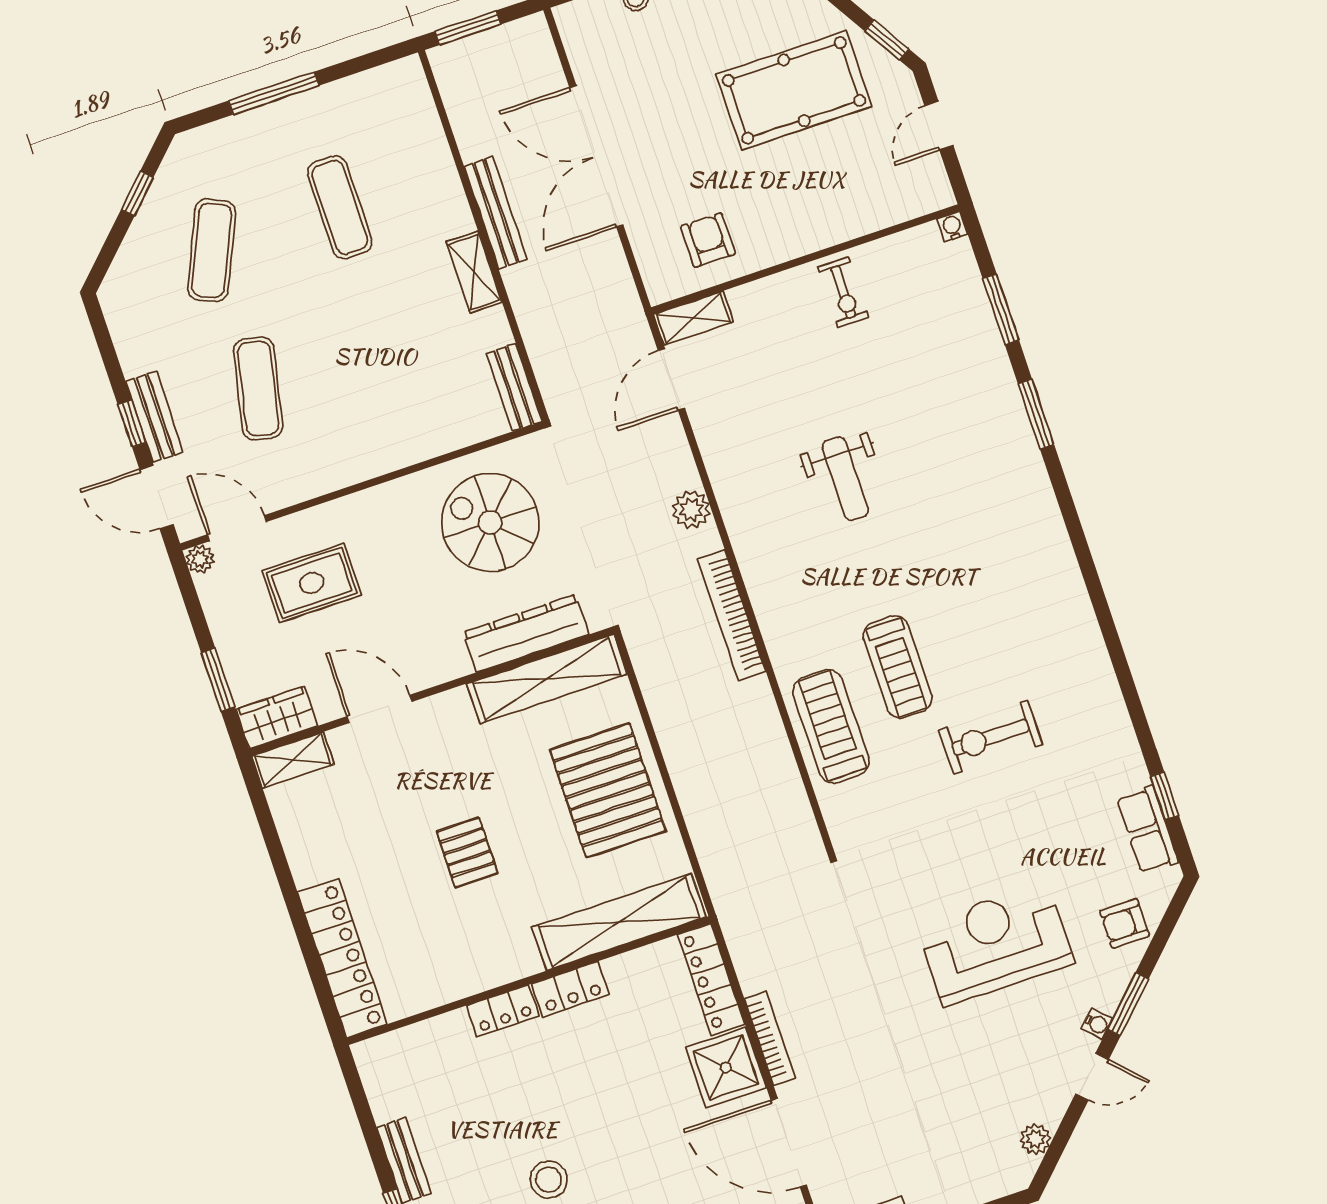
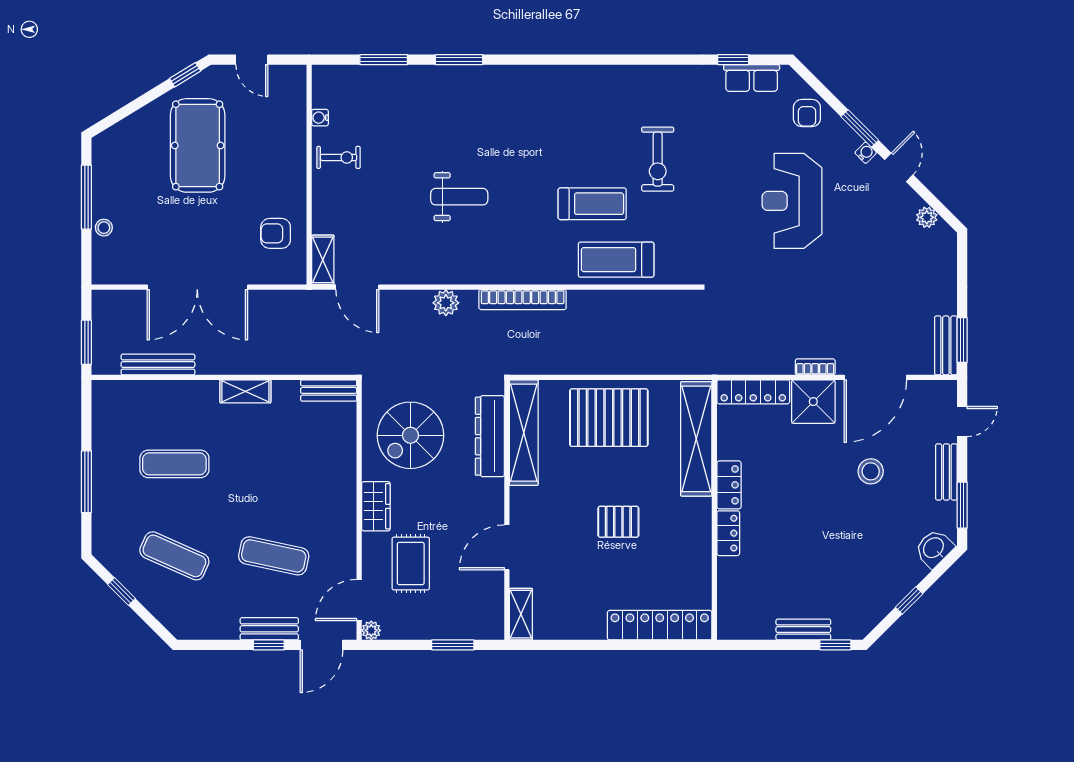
bench: (496, 213) -> (158, 364), moved
water cooler: (952, 227) -> (320, 118), moved
wardrobe: (277, 718) -> (376, 506), moved, turned 180
bookcase: (770, 1038) -> (815, 367), width x0.64
stool: (549, 1180) -> (871, 471), moved

